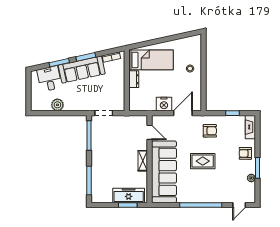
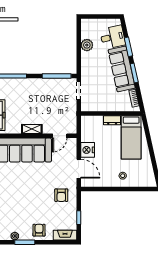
rug: (203, 161) -> (32, 188), removed

